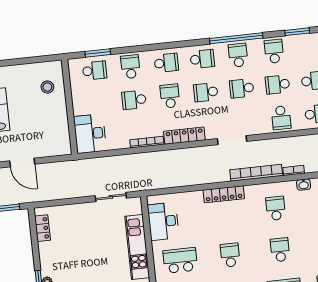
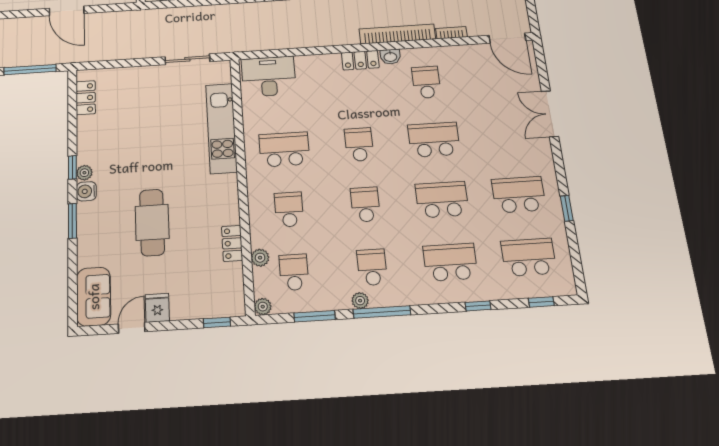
washbasin: (304, 185) -> (390, 57), moved
locker: (224, 194) -> (360, 60), width x0.66
desk: (163, 221) -> (269, 76), moved, turned 90
school desk: (280, 250) -> (434, 140), width x1.85

